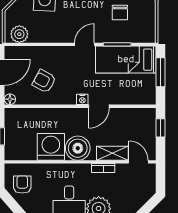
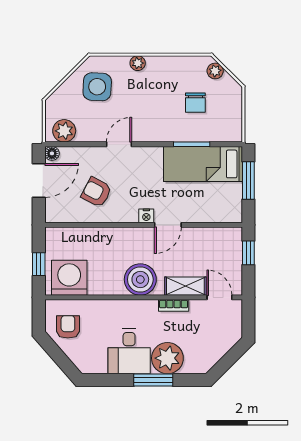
door: (84, 44) -> (119, 144), moved
floor lamp: (10, 99) -> (52, 153), moved
washing machine: (51, 147) -> (69, 278), moved

